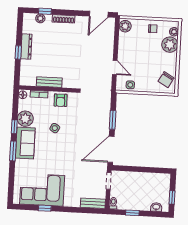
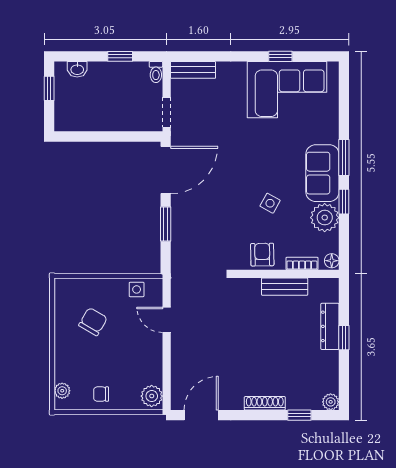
plant: (40, 18) -> (331, 402), moved
plant: (170, 45) -> (69, 367), removed
dresser: (26, 46) -> (330, 326), moved
chair: (166, 80) -> (93, 322), moved

